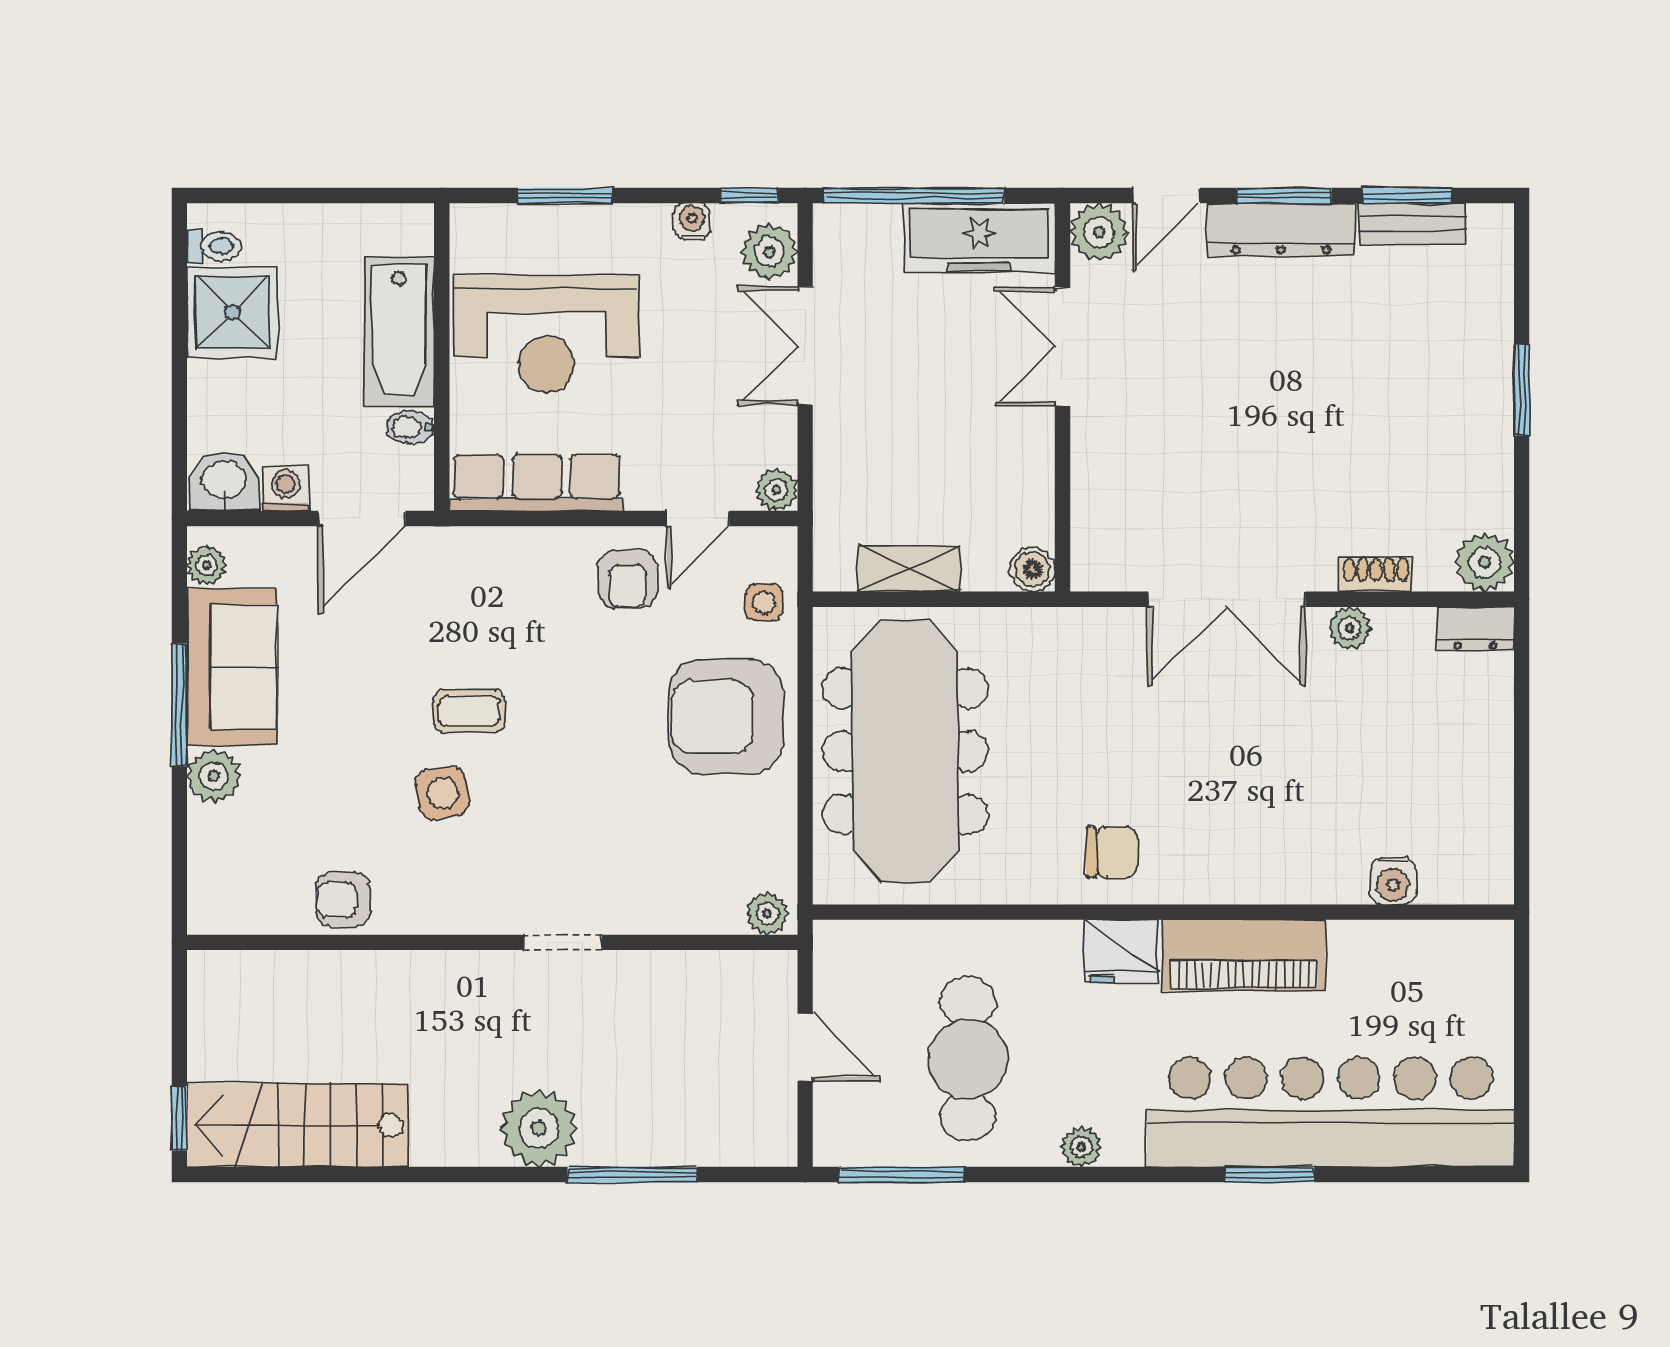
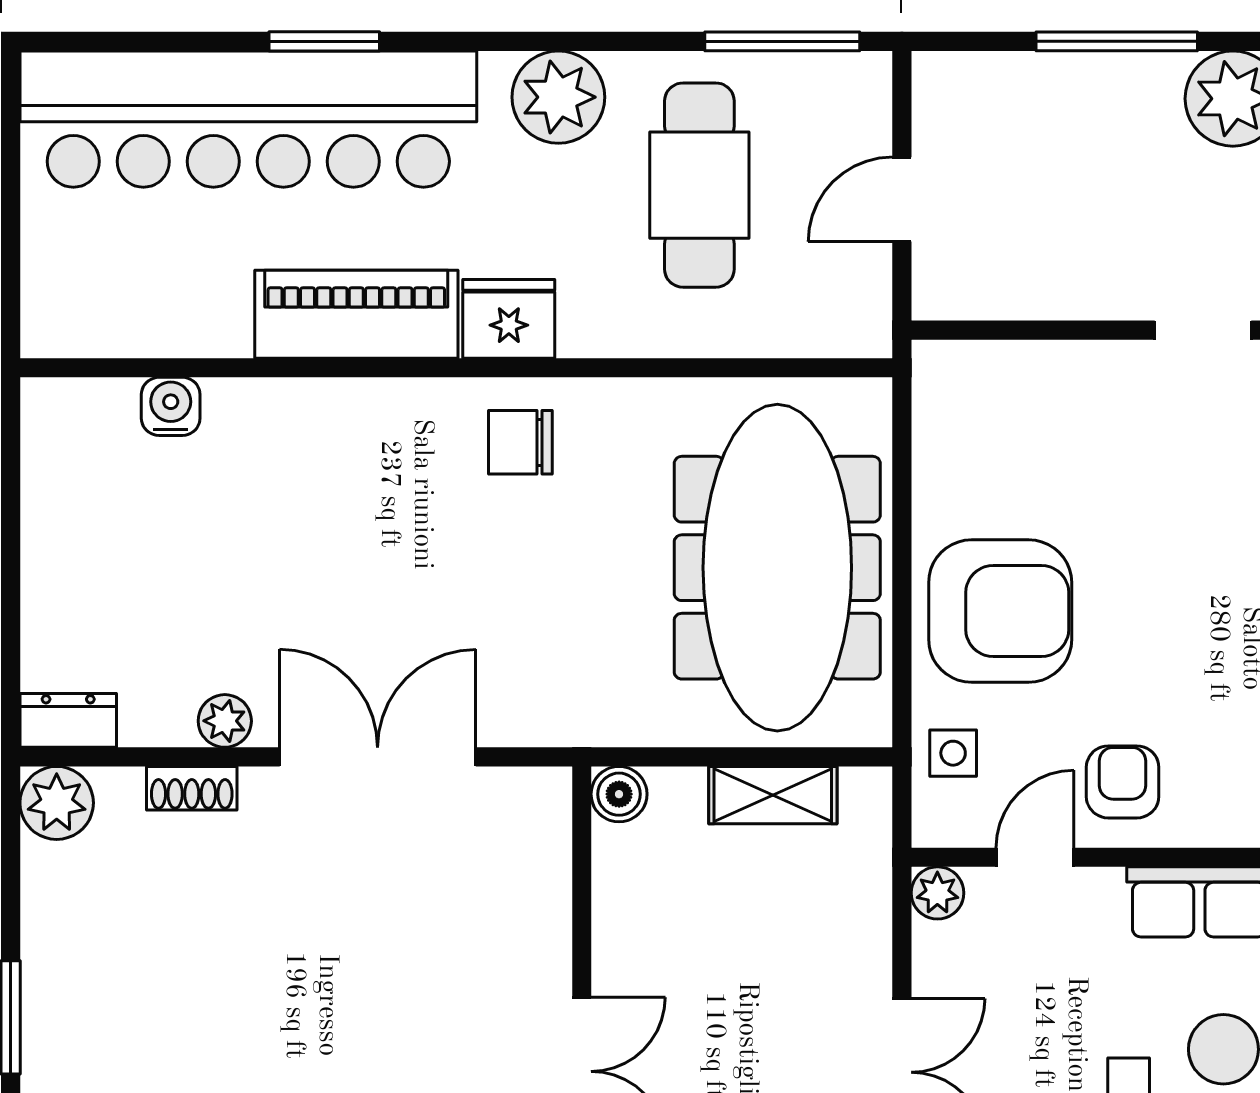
plant: (767, 914) -> (949, 366), removed
door: (805, 1047) -> (902, 199), hinge flipped
plant: (1081, 1147) -> (558, 97), width x1.88, depth x1.88

